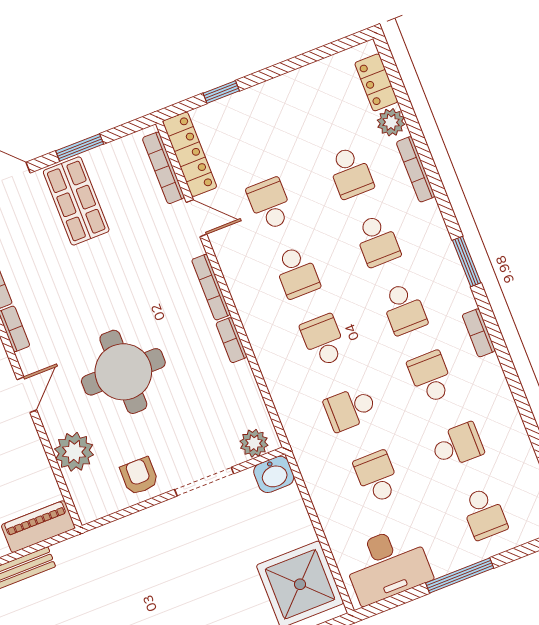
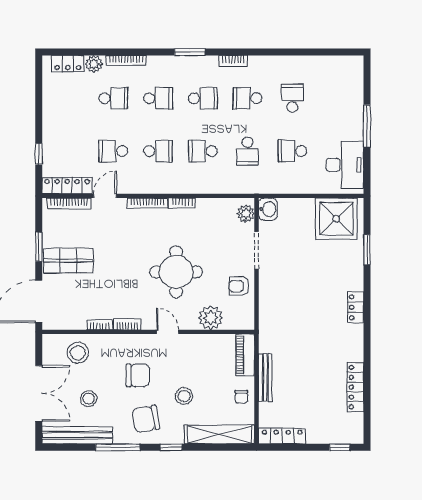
school desk: (484, 514) -> (337, 98), removed

